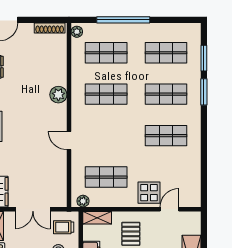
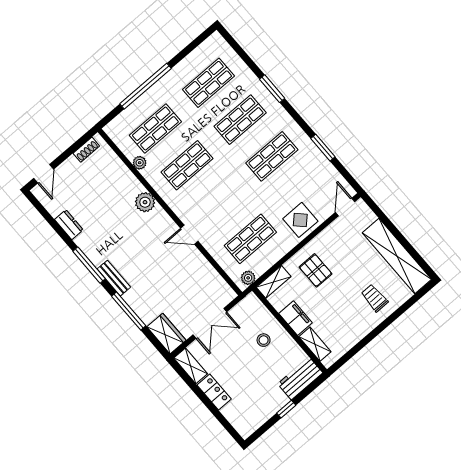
shoe rack: (50, 28) -> (86, 150), width x0.70
plant: (77, 32) -> (140, 163), moved
window: (204, 58) -> (323, 148), moved
door: (169, 209) -> (345, 207), moved
trolley: (64, 227) -> (251, 316), removed

